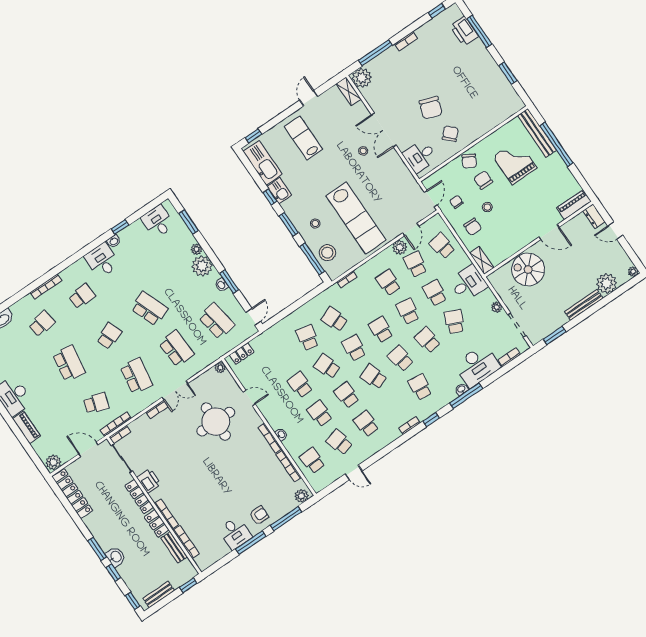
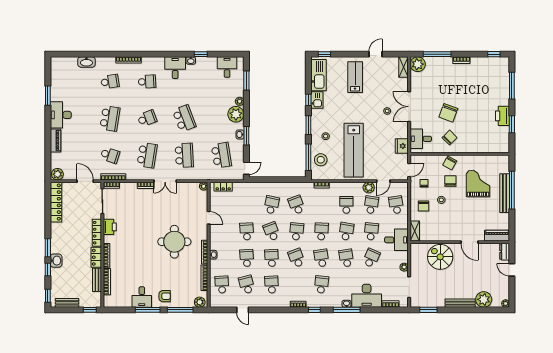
printer: (464, 31) -> (502, 116), moved
bench: (537, 133) -> (505, 193), moved
fridge: (405, 178) -> (402, 146), added
round table: (216, 422) -> (174, 242), moved

